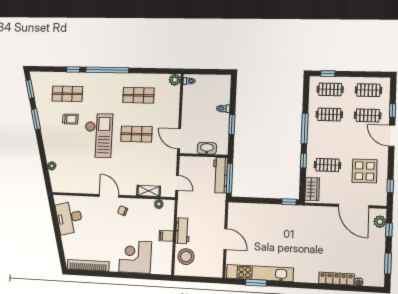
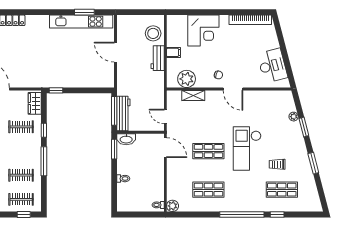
window: (30, 89) -> (304, 127), moved
window: (232, 124) -> (114, 149), moved
washbasin: (207, 148) -> (126, 139), moved
door: (177, 183) -> (165, 116), moved
plant: (159, 204) -> (187, 79), width x1.88, depth x1.88

